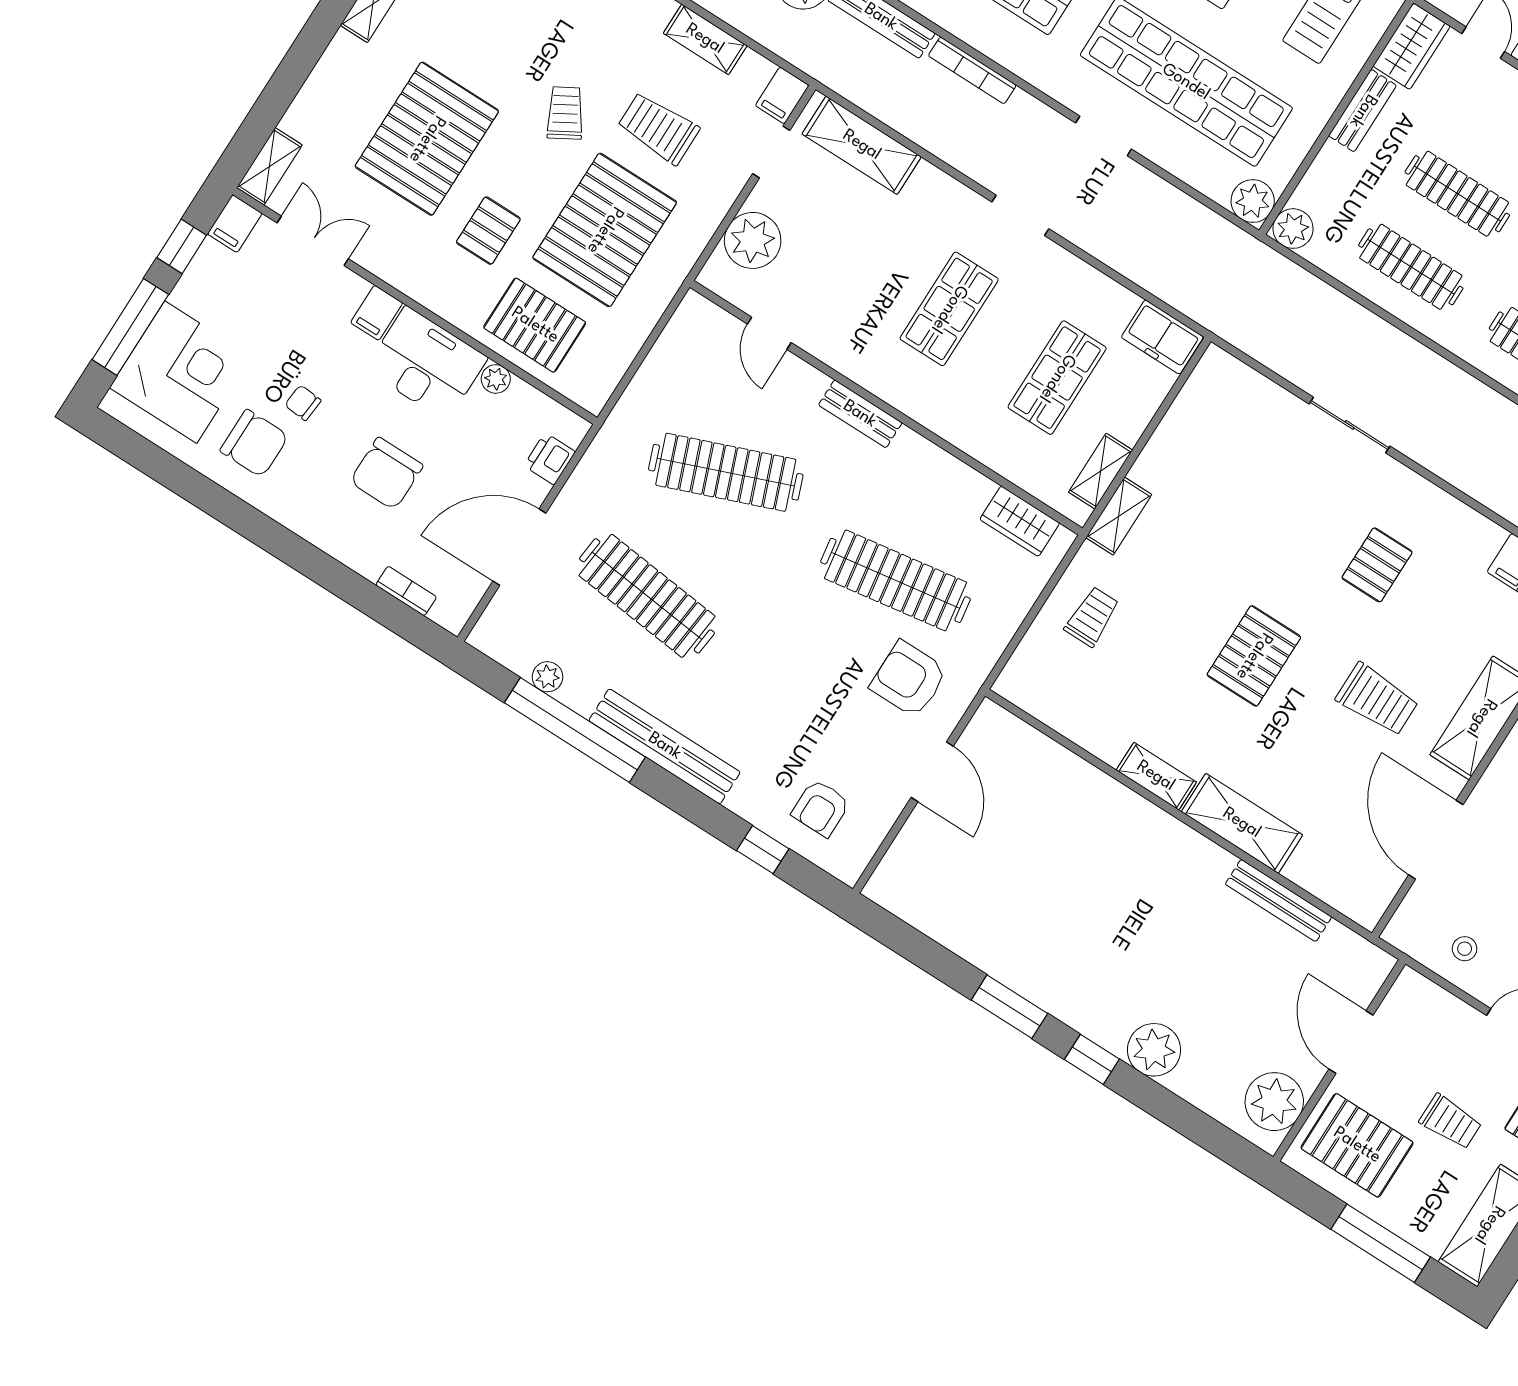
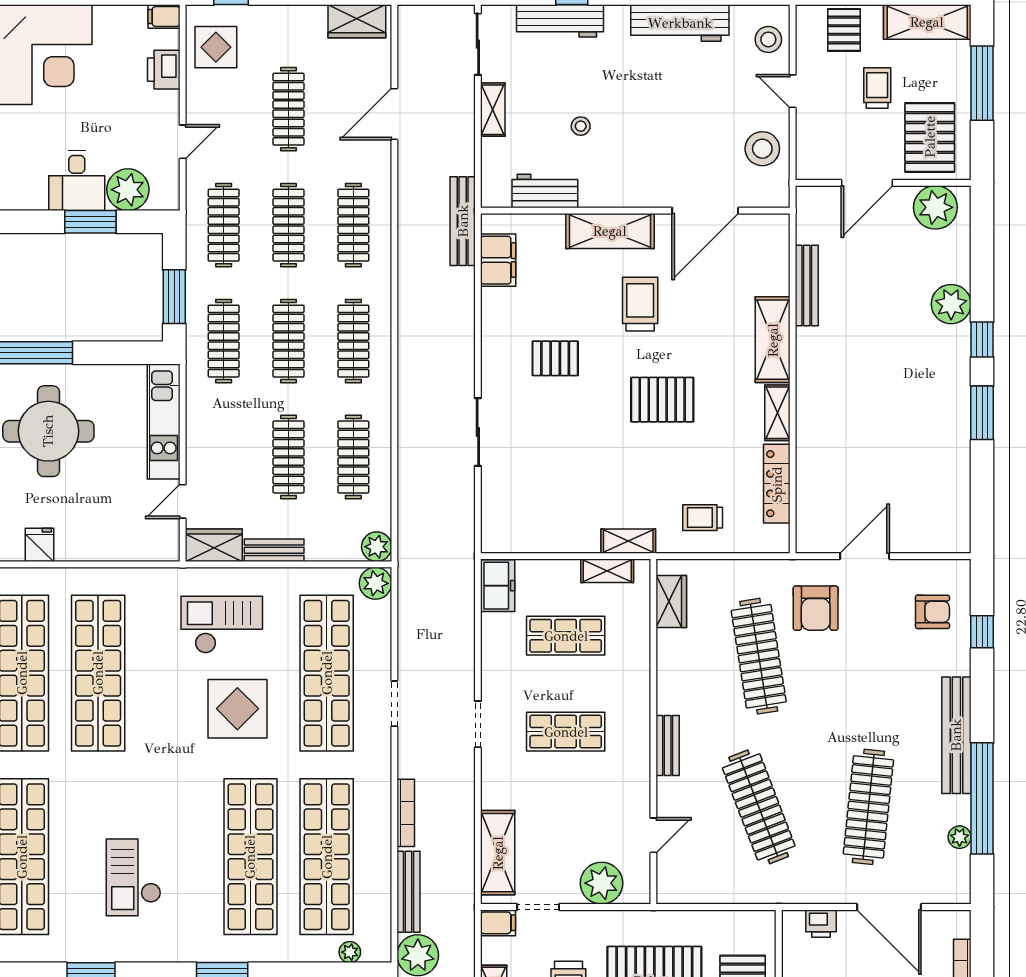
locker: (1077, 725) -> (777, 484), added
stool: (1465, 949) -> (762, 149), width x1.89, depth x1.89

